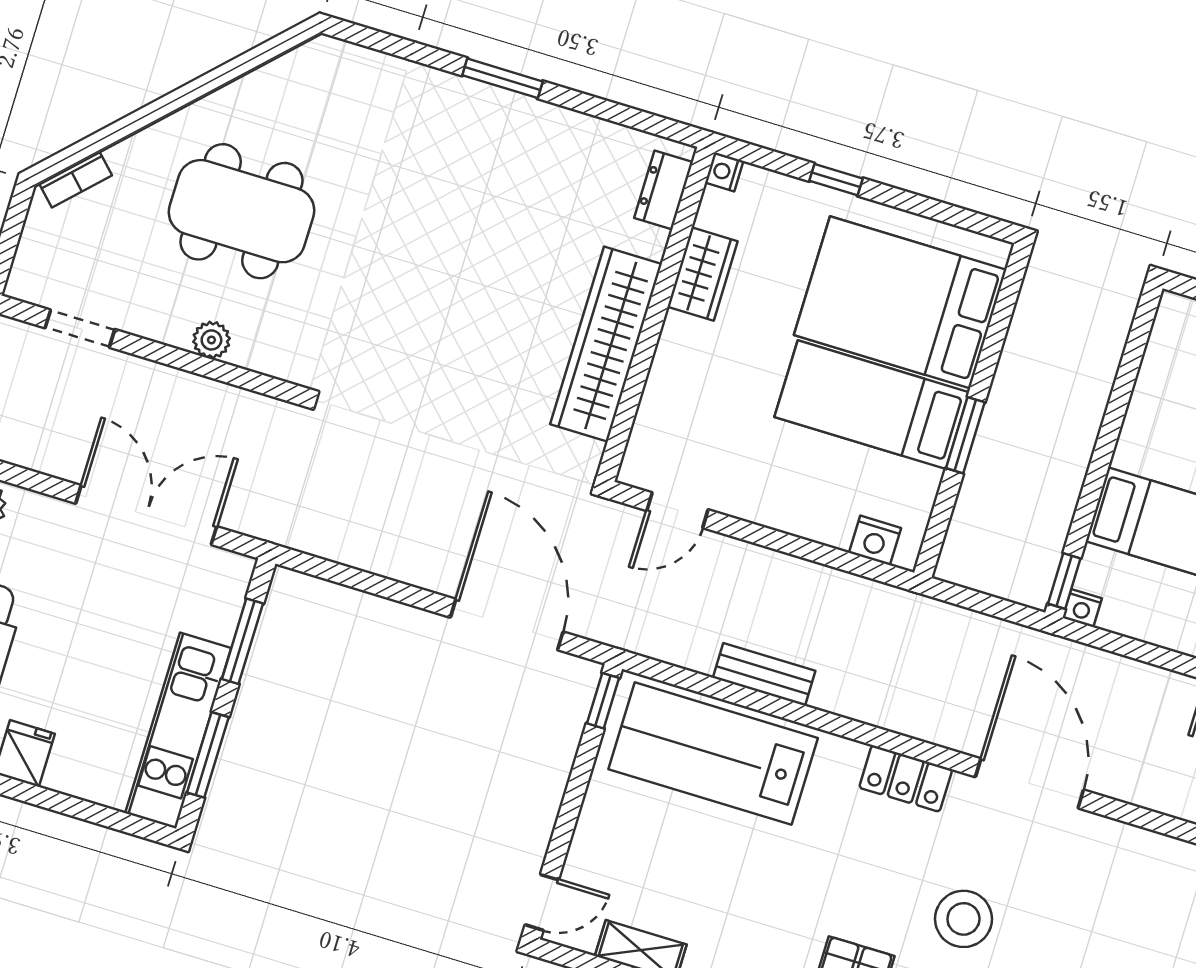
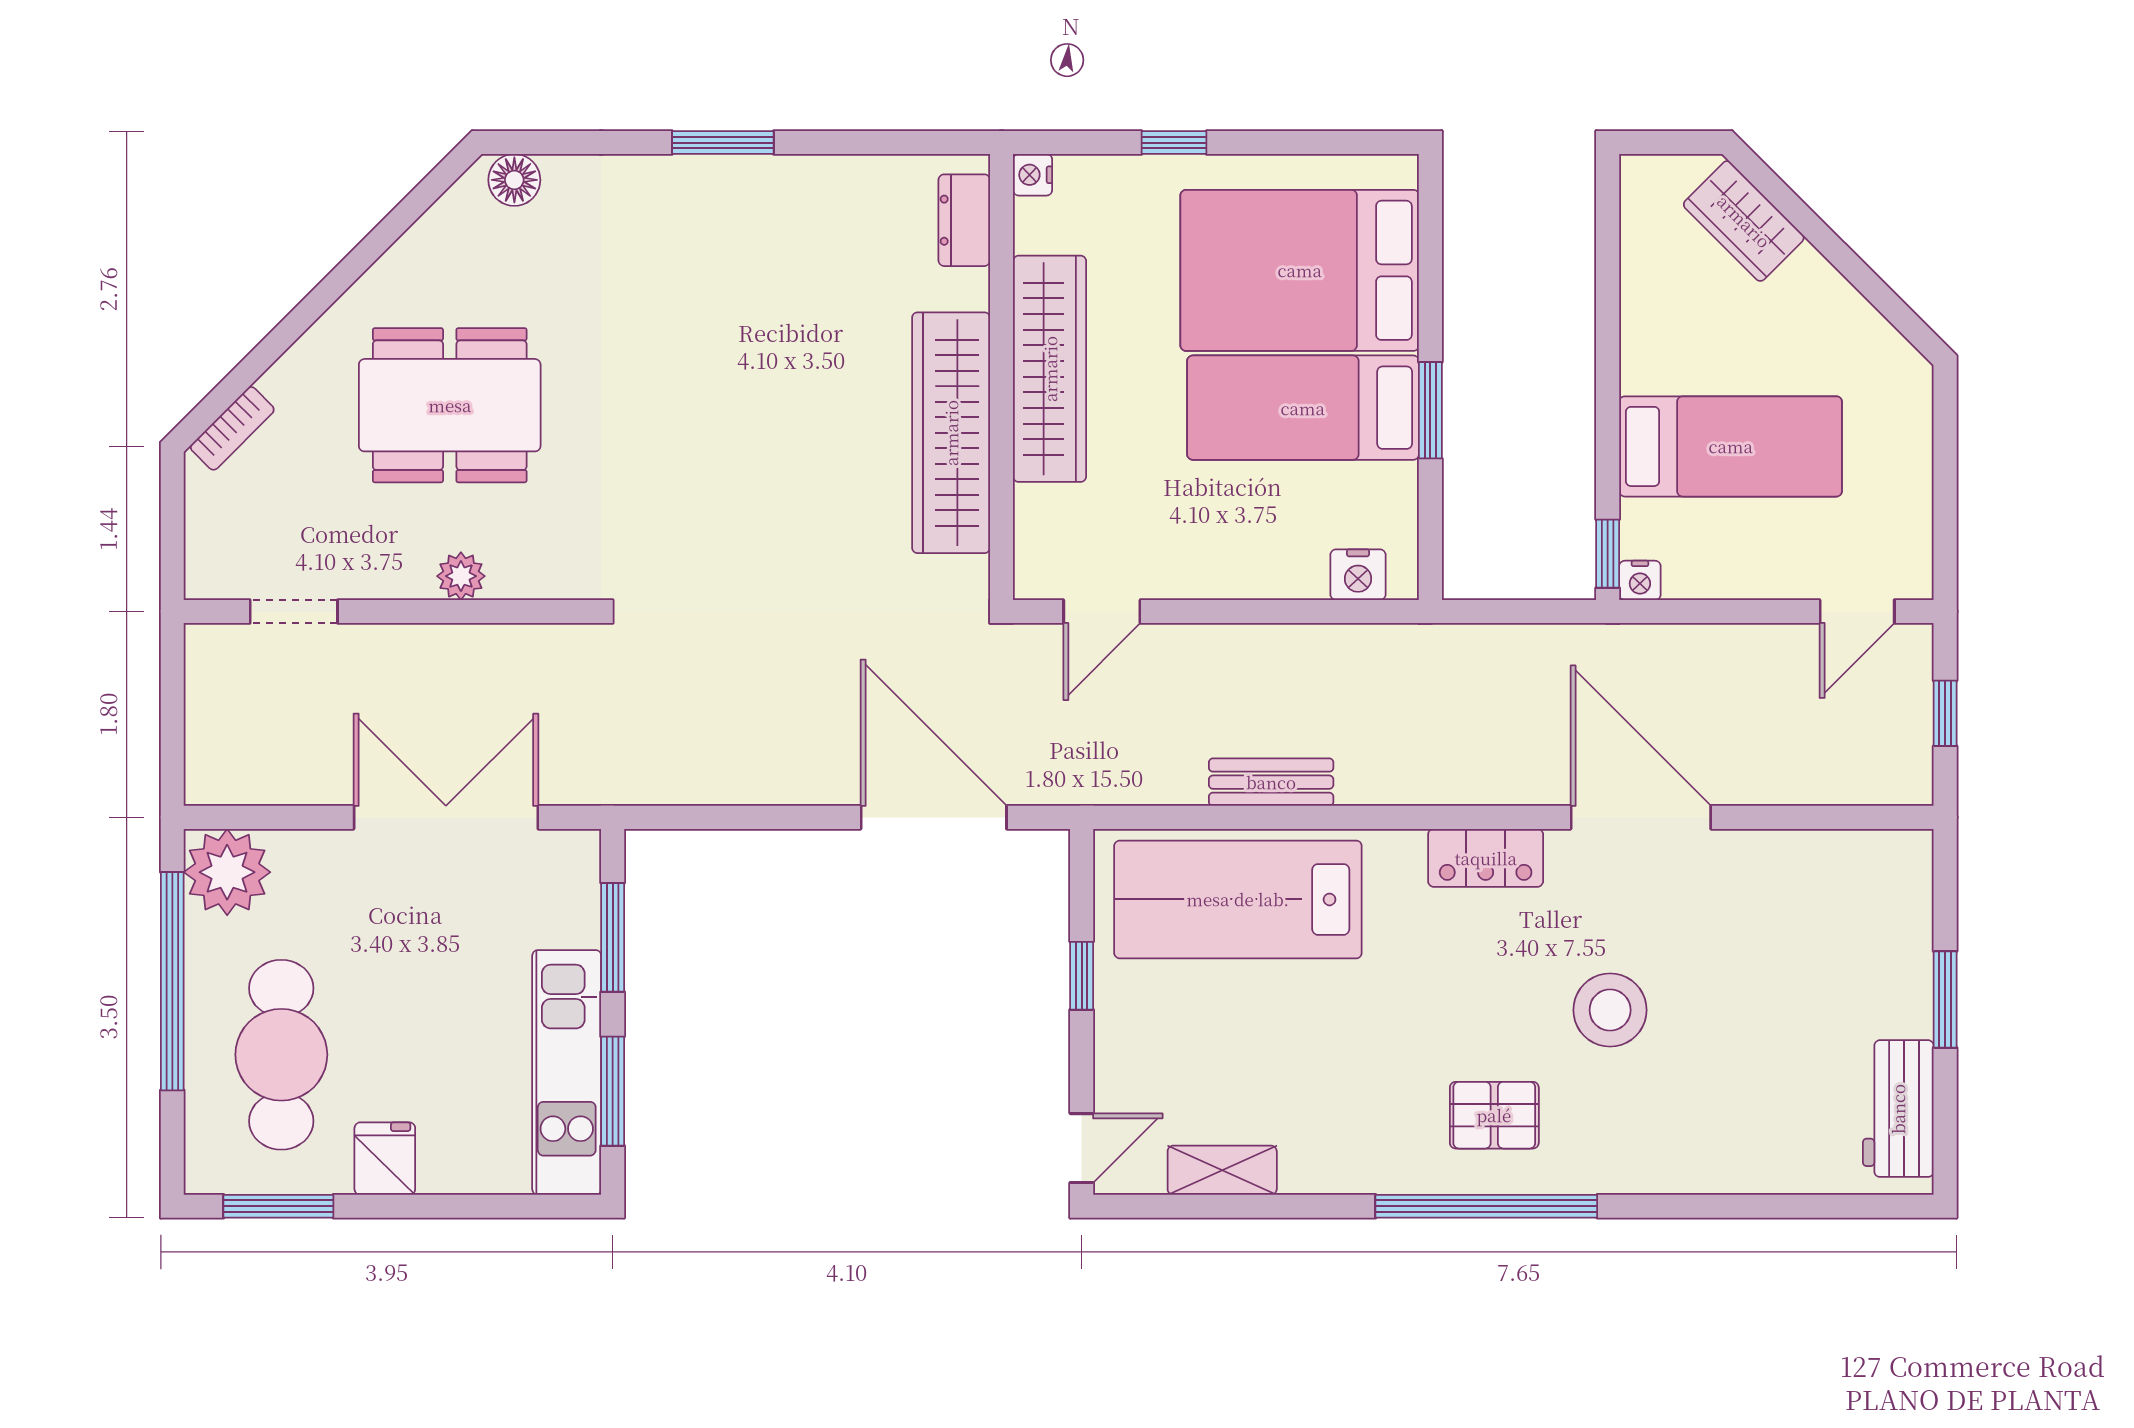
floor lamp: (340, 59) -> (514, 180), added
wardrobe: (703, 274) -> (1050, 369), width x2.10, depth x1.17
window: (603, 701) -> (1082, 976), moved

